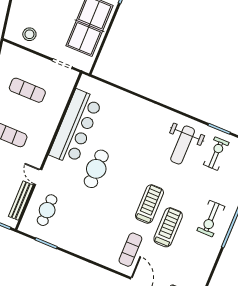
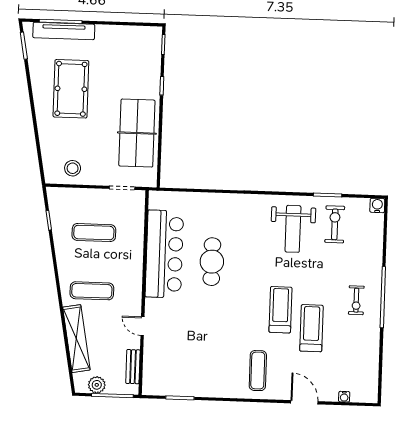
cafe table: (96, 169) -> (212, 262), moved
bench: (21, 201) -> (133, 367), width x0.73
cafe table: (47, 210) -> (167, 360), removed
exercise bike: (211, 219) -> (356, 300), width x0.73, depth x0.72
exercise mat: (130, 250) -> (258, 371), moved

